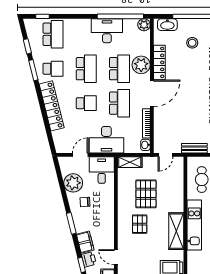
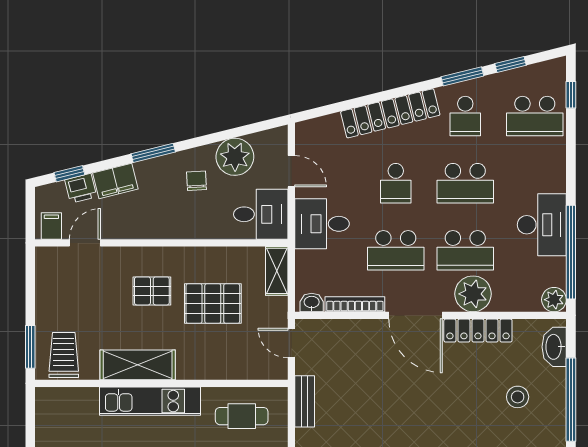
desk: (106, 140) -> (322, 224), width x0.73

